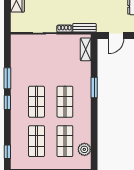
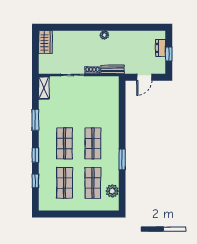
shelving: (86, 49) -> (44, 88), moved
window: (94, 87) -> (122, 159), moved
window: (7, 102) -> (35, 155), moved
window: (7, 152) -> (35, 181), moved

